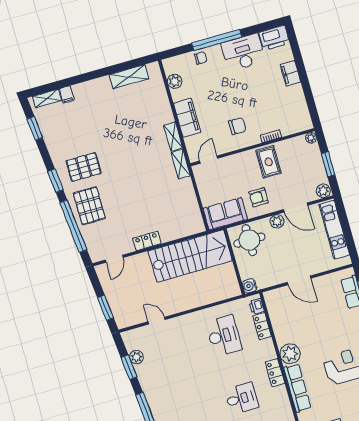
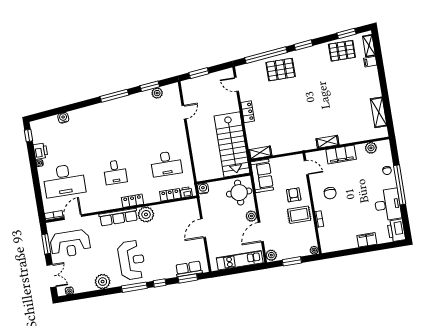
shelving: (181, 164) -> (260, 153), moved
pallet: (84, 167) -> (342, 51), moved, turned 90
armchair: (259, 197) -> (294, 195), moved

